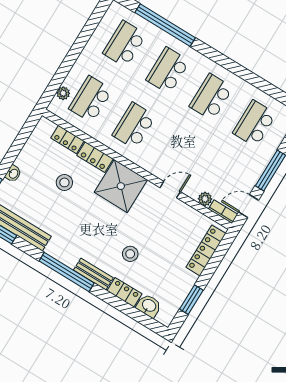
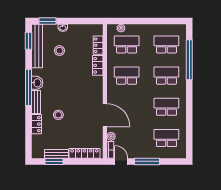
stool: (64, 182) -> (59, 51), moved
shower: (121, 186) -> (91, 88), removed
door: (170, 190) -> (105, 115), width x1.88
bench: (183, 290) -> (56, 154), added
washbasin: (149, 306) -> (37, 83), moved

